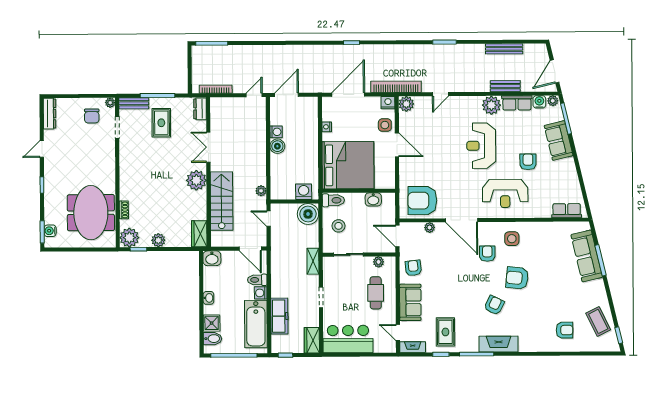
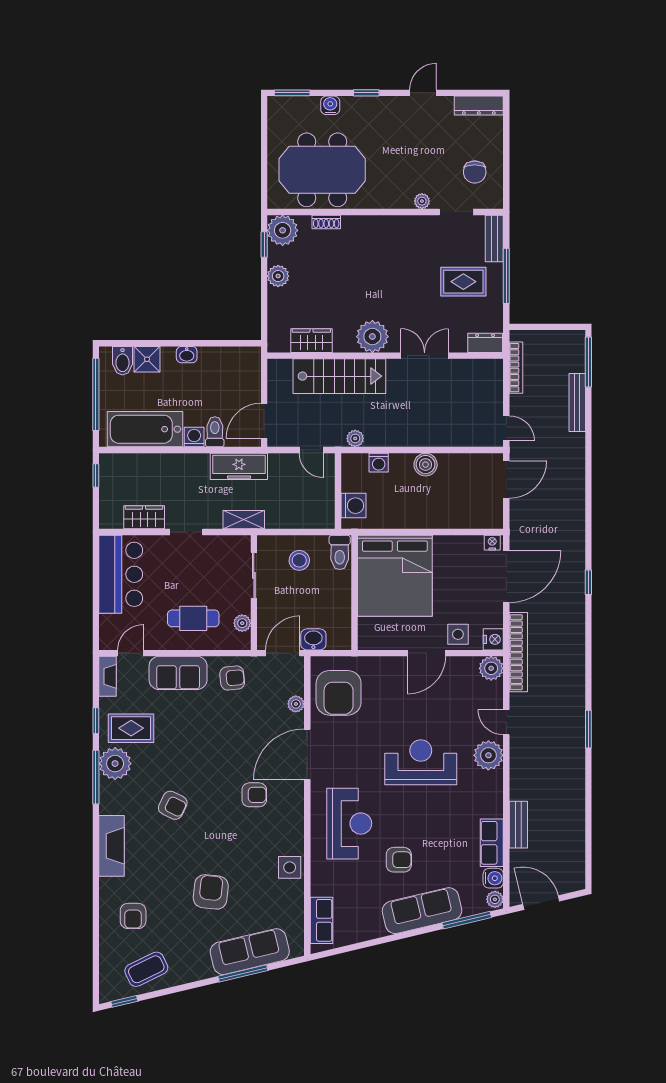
bench: (504, 49) -> (577, 402), moved
door: (287, 95) -> (506, 479), hinge flipped
door: (348, 95) -> (506, 577), hinge flipped
plant: (110, 103) -> (422, 201), moved
plant: (491, 105) -> (488, 755), moved
chair: (92, 116) -> (475, 172), turned -90
nightstand: (327, 127) -> (492, 543), moved
washing machine: (276, 132) -> (379, 463), moved
sofa: (559, 141) -> (422, 911), width x1.36
reception desk: (481, 146) -> (421, 762), moved
door: (42, 149) -> (423, 93), hinge flipped
reception desk: (505, 193) -> (349, 824), turned 180
washbasin: (373, 199) -> (313, 639), moved, turned 90
armchair: (422, 201) -> (339, 693), turned 180
boiler: (308, 214) -> (318, 512), removed
door: (269, 219) -> (311, 450), swing flipped
water cooler: (50, 231) -> (330, 105), moved
wardrobe: (199, 234) -> (311, 341), moved
side table: (512, 239) -> (290, 867), moved
washbasin: (212, 258) -> (249, 360), removed
armchair: (517, 278) -> (211, 892), moved
freezer: (279, 316) -> (239, 466), moved
wardrobe: (312, 340) -> (144, 517), moved
plant: (468, 342) -> (115, 764), added
fireplace: (499, 344) -> (112, 846), moved

